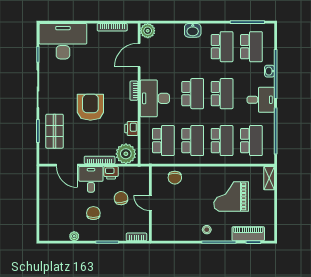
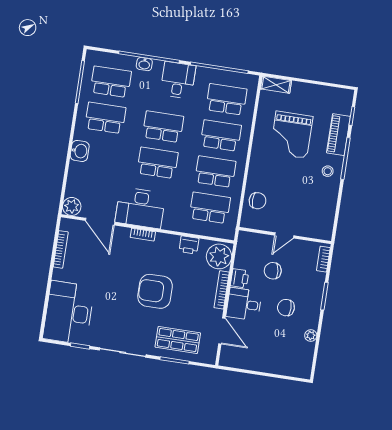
desk: (155, 98) -> (140, 208), moved
door: (67, 165) -> (222, 331), hinge flipped
piano: (248, 234) -> (338, 135), moved

